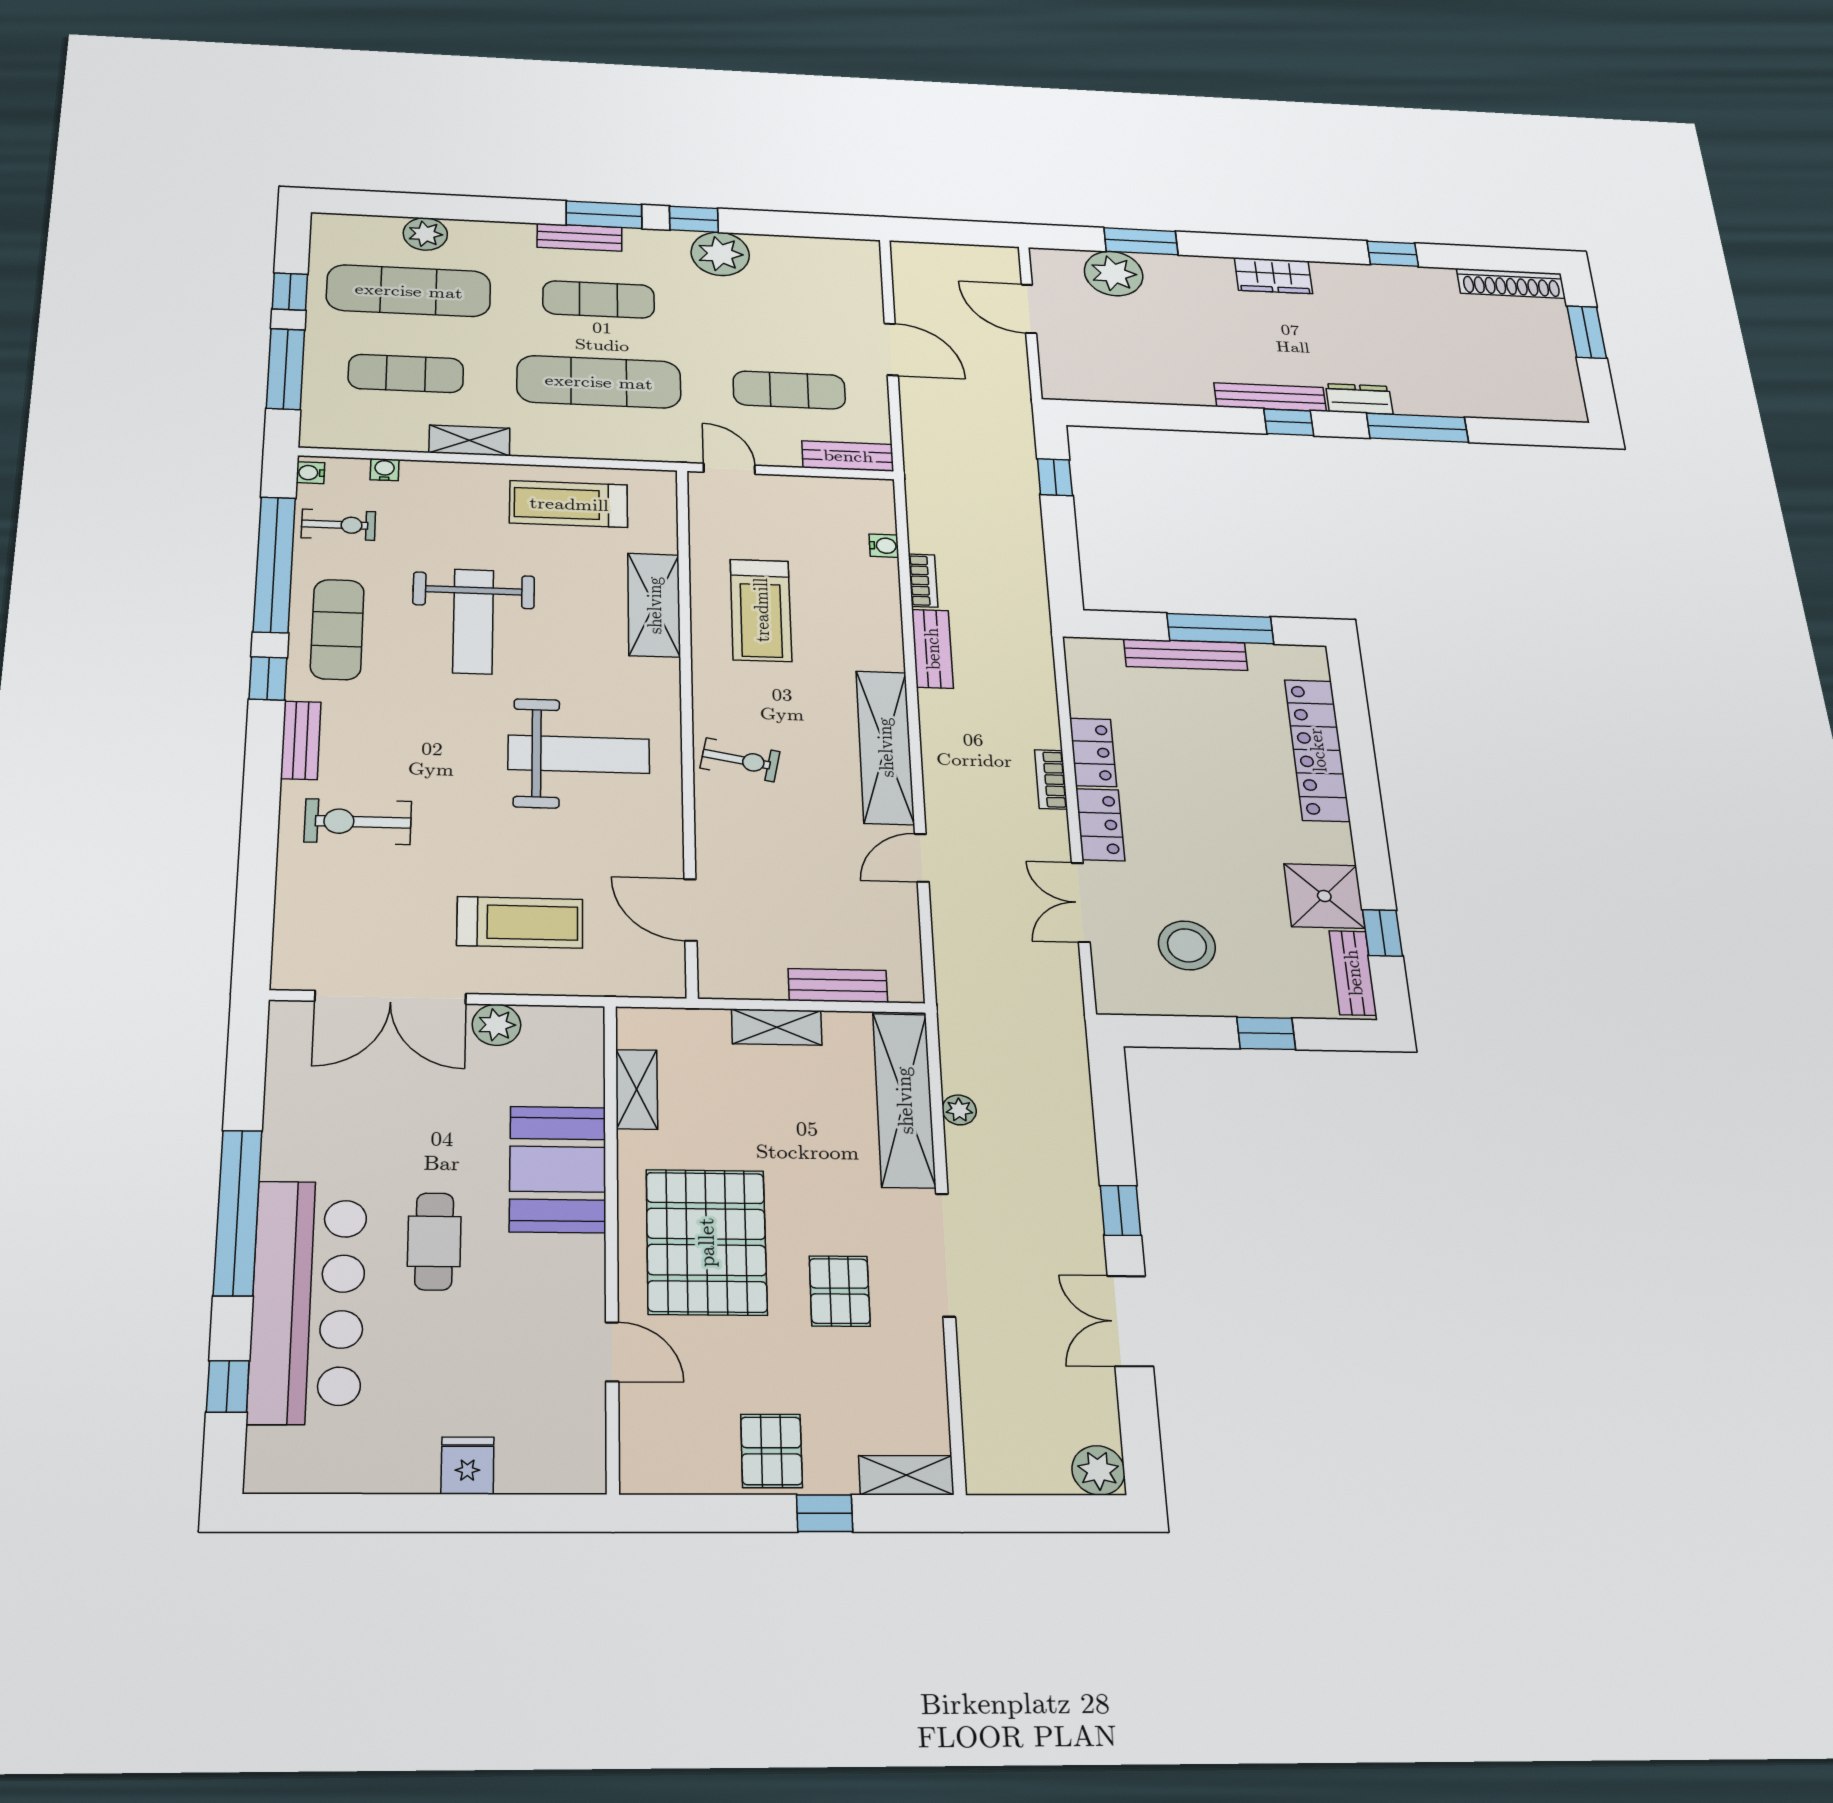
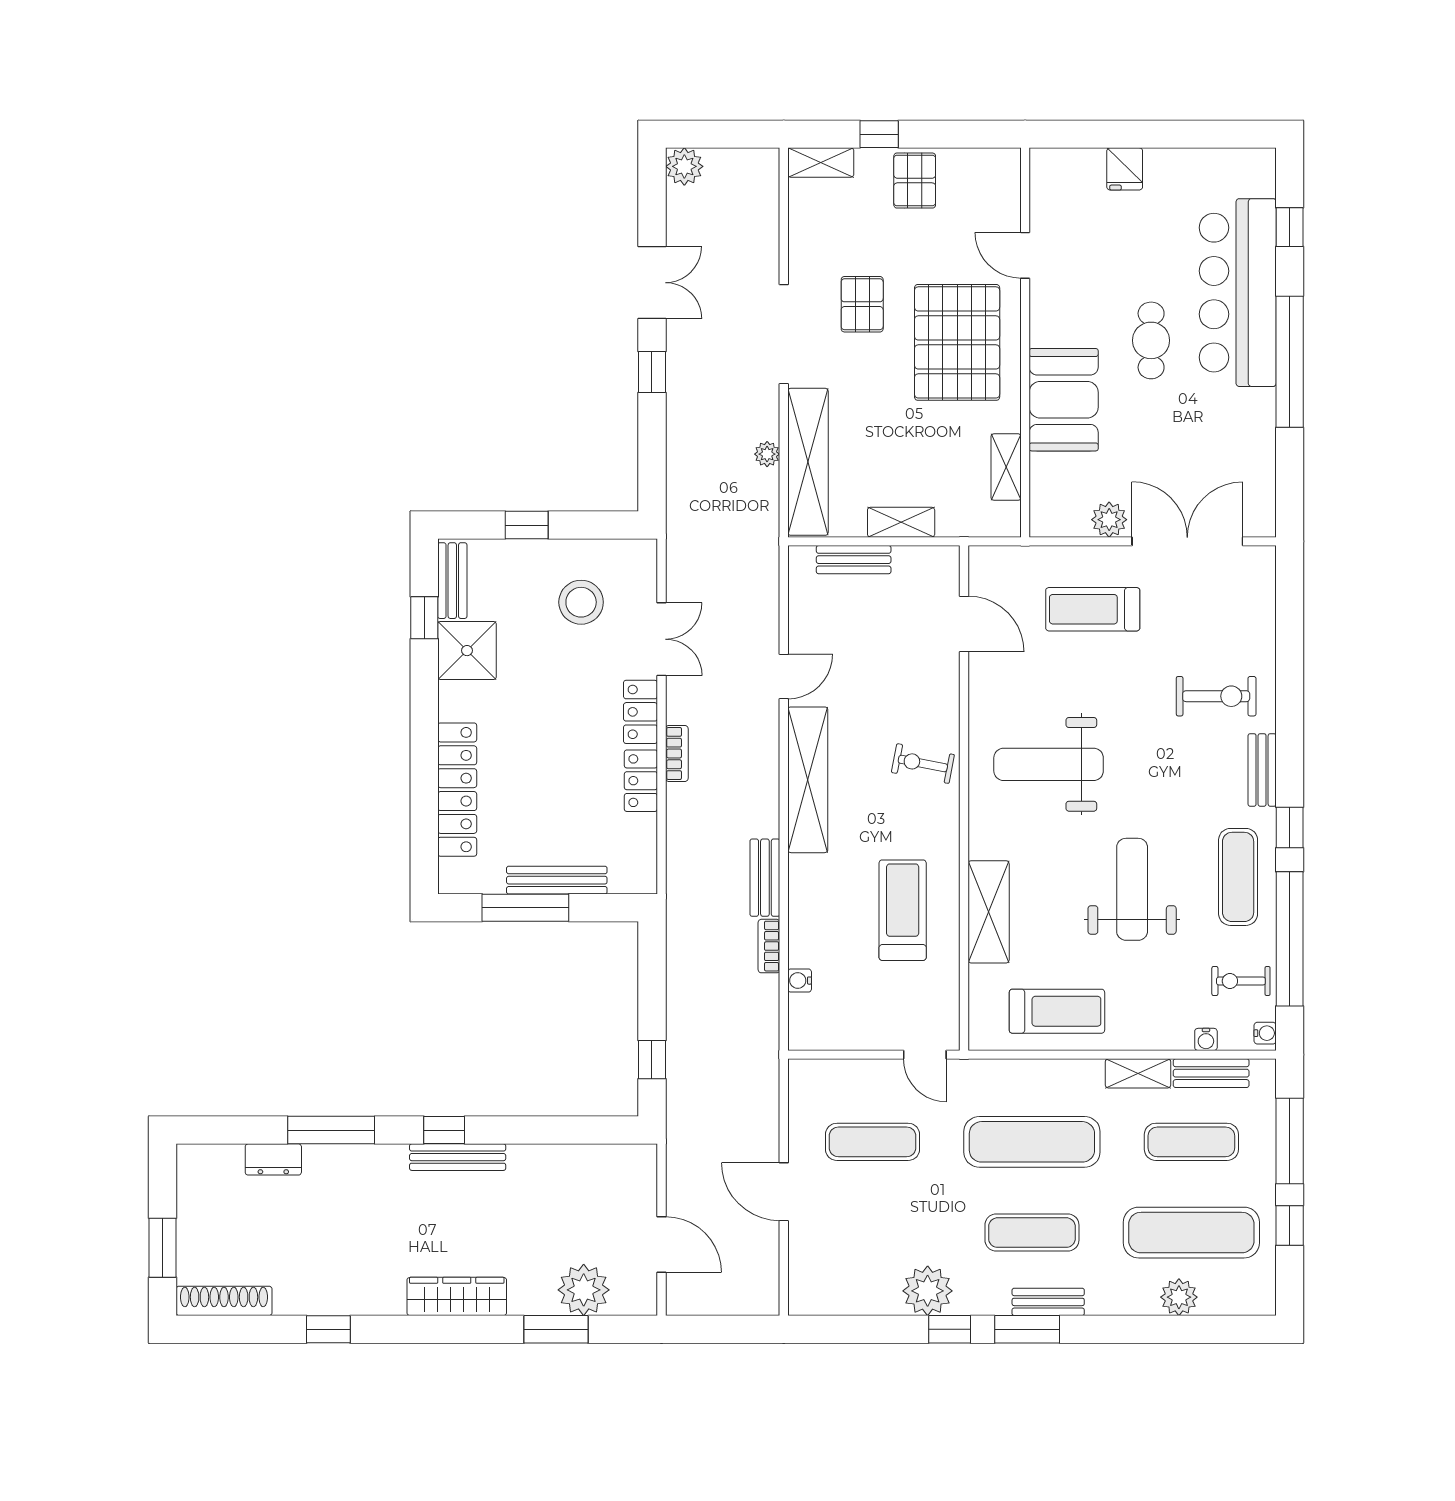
wardrobe: (1273, 276) -> (457, 1296), width x1.50
dresser: (1359, 399) -> (273, 1159), moved
bench: (848, 456) -> (1211, 1073), moved

